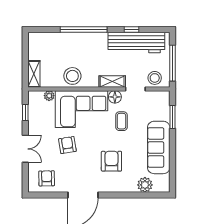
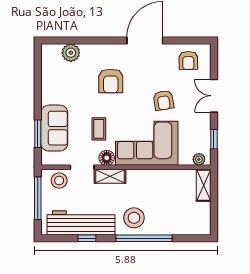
stool: (72, 76) -> (134, 218), moved
plant: (49, 96) -> (199, 159), moved
sofa: (159, 147) -> (54, 128), moved, width x0.73

